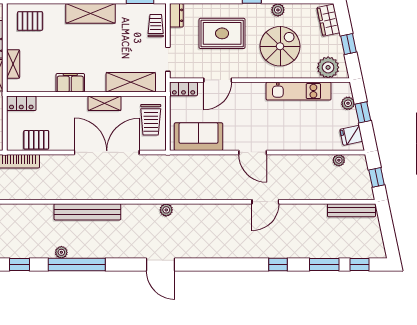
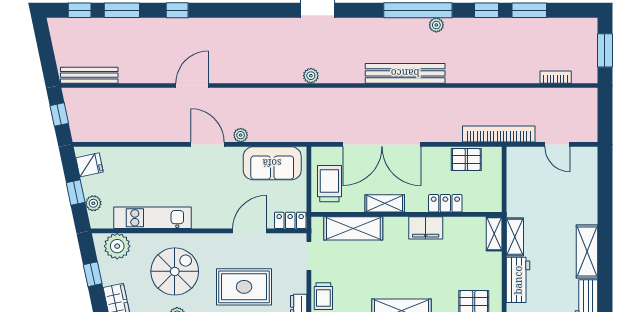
spiral stairs: (280, 46) -> (175, 271), turned 180
shelving: (13, 64) -> (494, 234), moved
locker: (21, 103) -> (445, 203), moved
plant: (339, 160) -> (241, 135), moved

